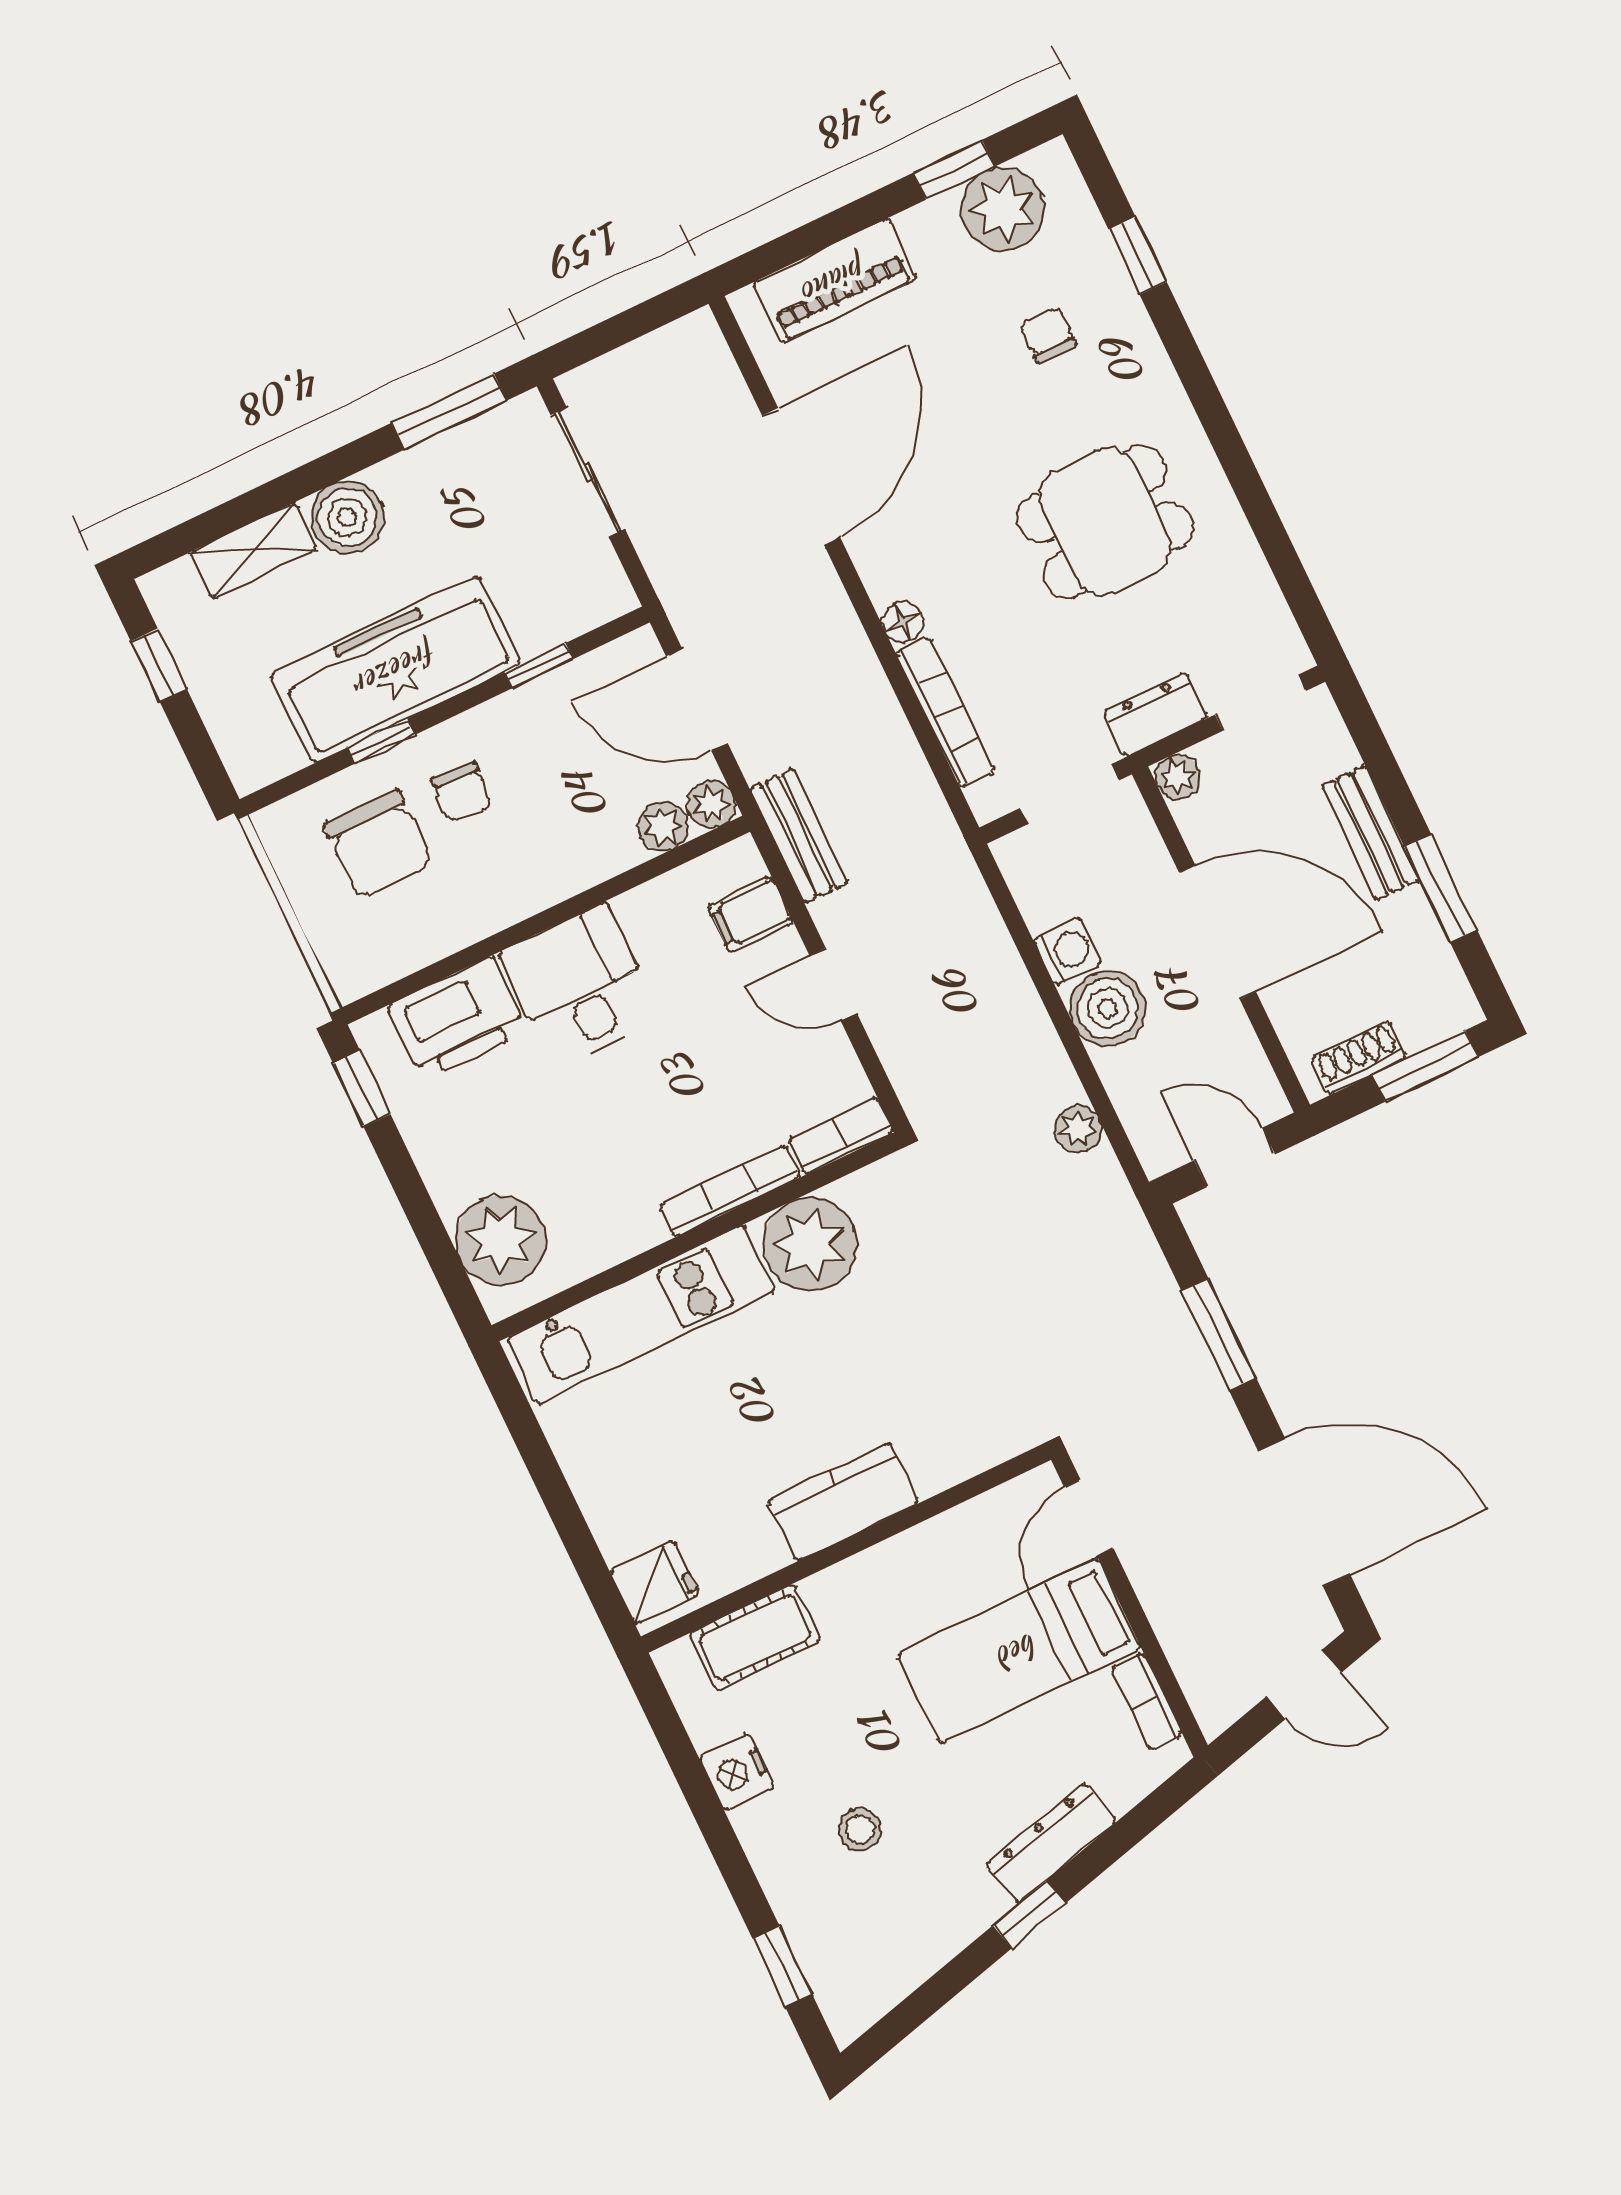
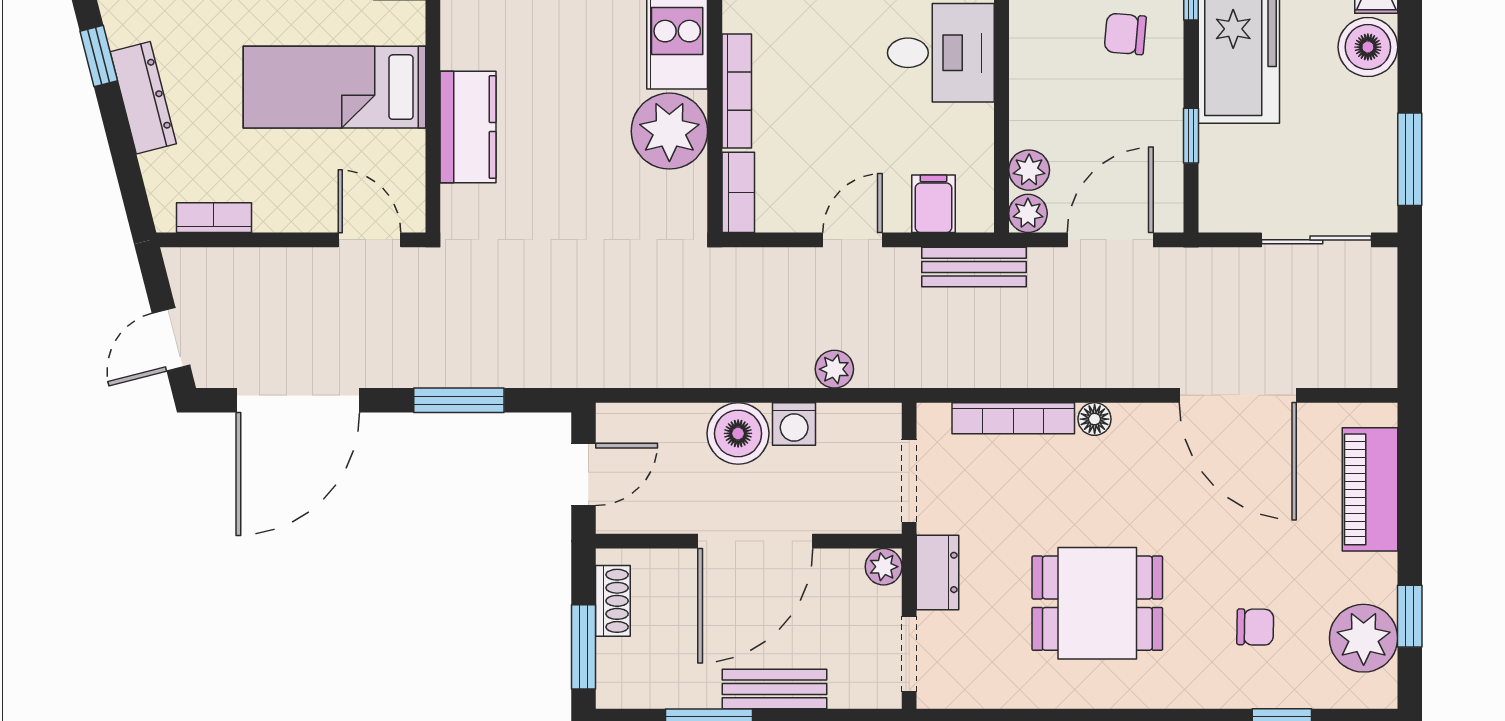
dining table: (1105, 522) -> (1097, 603), turned 90
plant: (1078, 1129) -> (834, 369), moved
kitchen counter: (843, 1502) -> (468, 127), moved
bed: (1019, 1651) -> (334, 87), moved, turned -90

